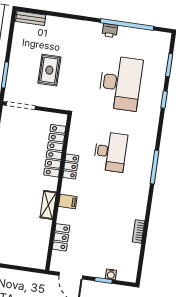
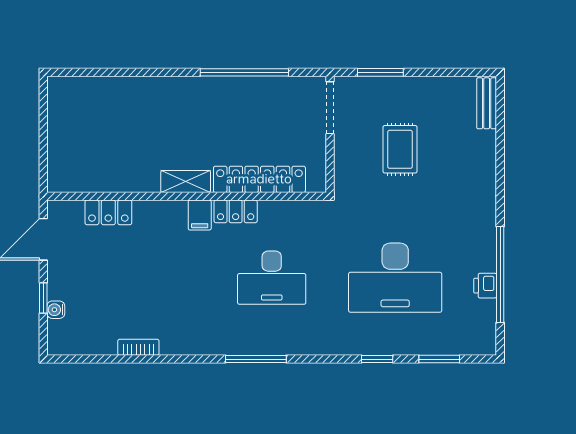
printer: (110, 31) -> (485, 286), moved
rug: (49, 70) -> (400, 149), turned 90
filing cabinet: (68, 202) -> (200, 215), moved
shelving: (48, 205) -> (186, 181), moved

